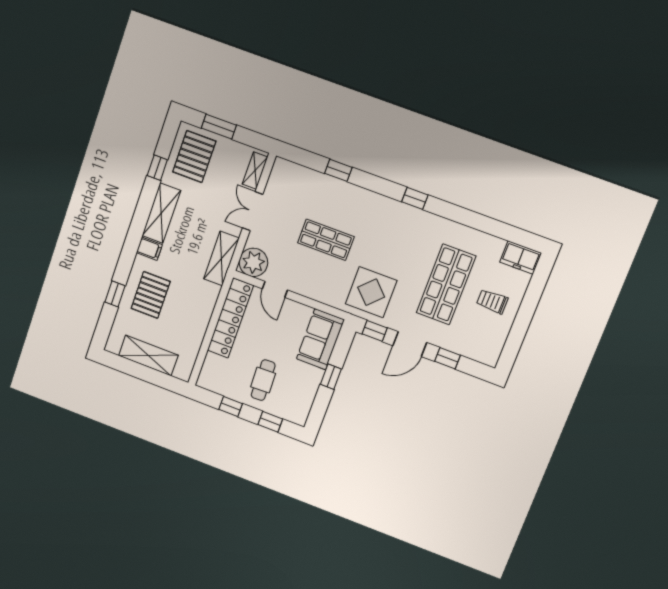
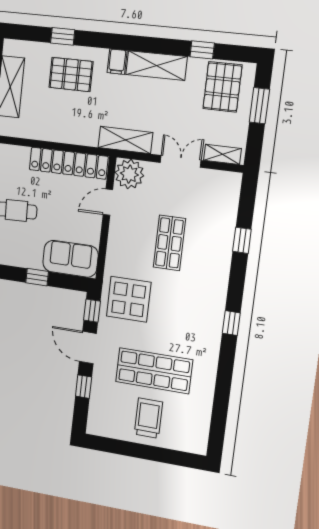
pallet: (194, 157) -> (222, 87), turned 90
freezer: (520, 258) -> (197, 437), removed
trolley: (492, 301) -> (148, 418), width x1.36, depth x1.39

